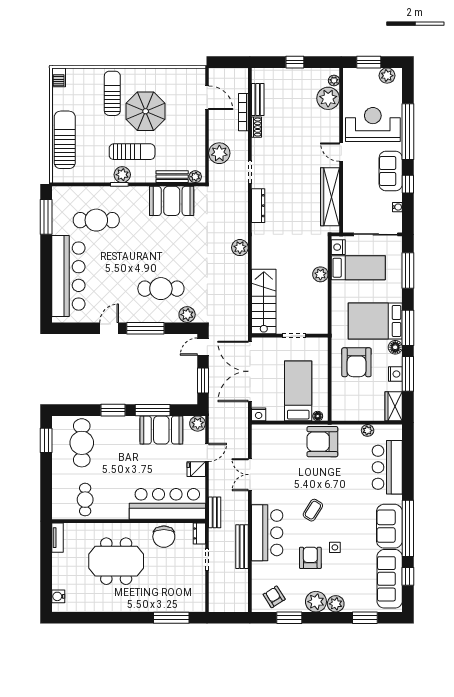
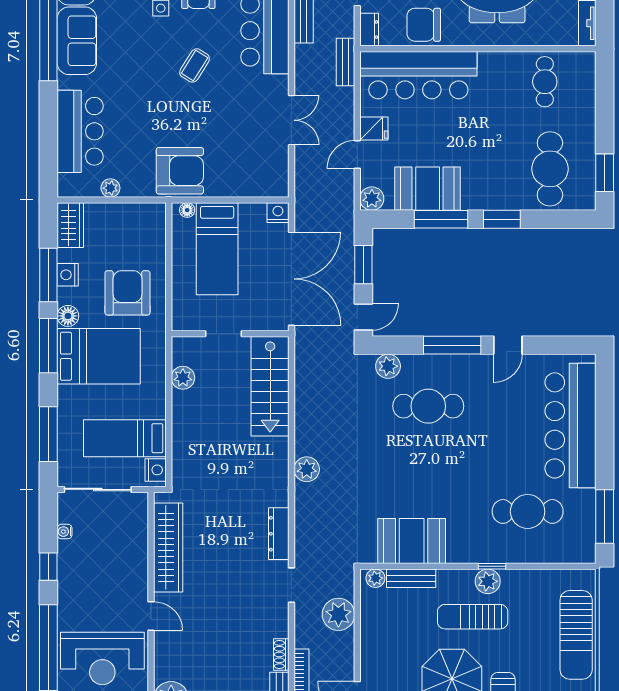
sofa: (391, 171) -> (75, 587), removed
plant: (320, 274) -> (183, 378), moved
chair: (164, 537) -> (424, 25), turned -90

